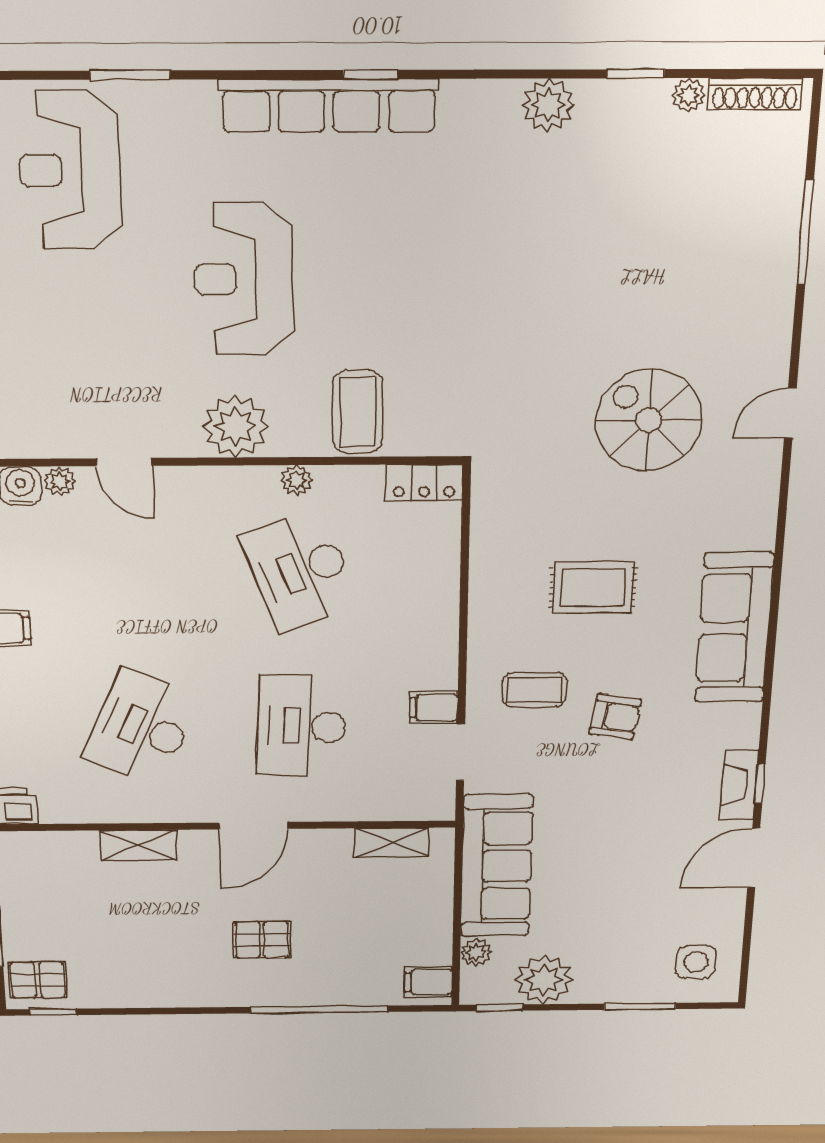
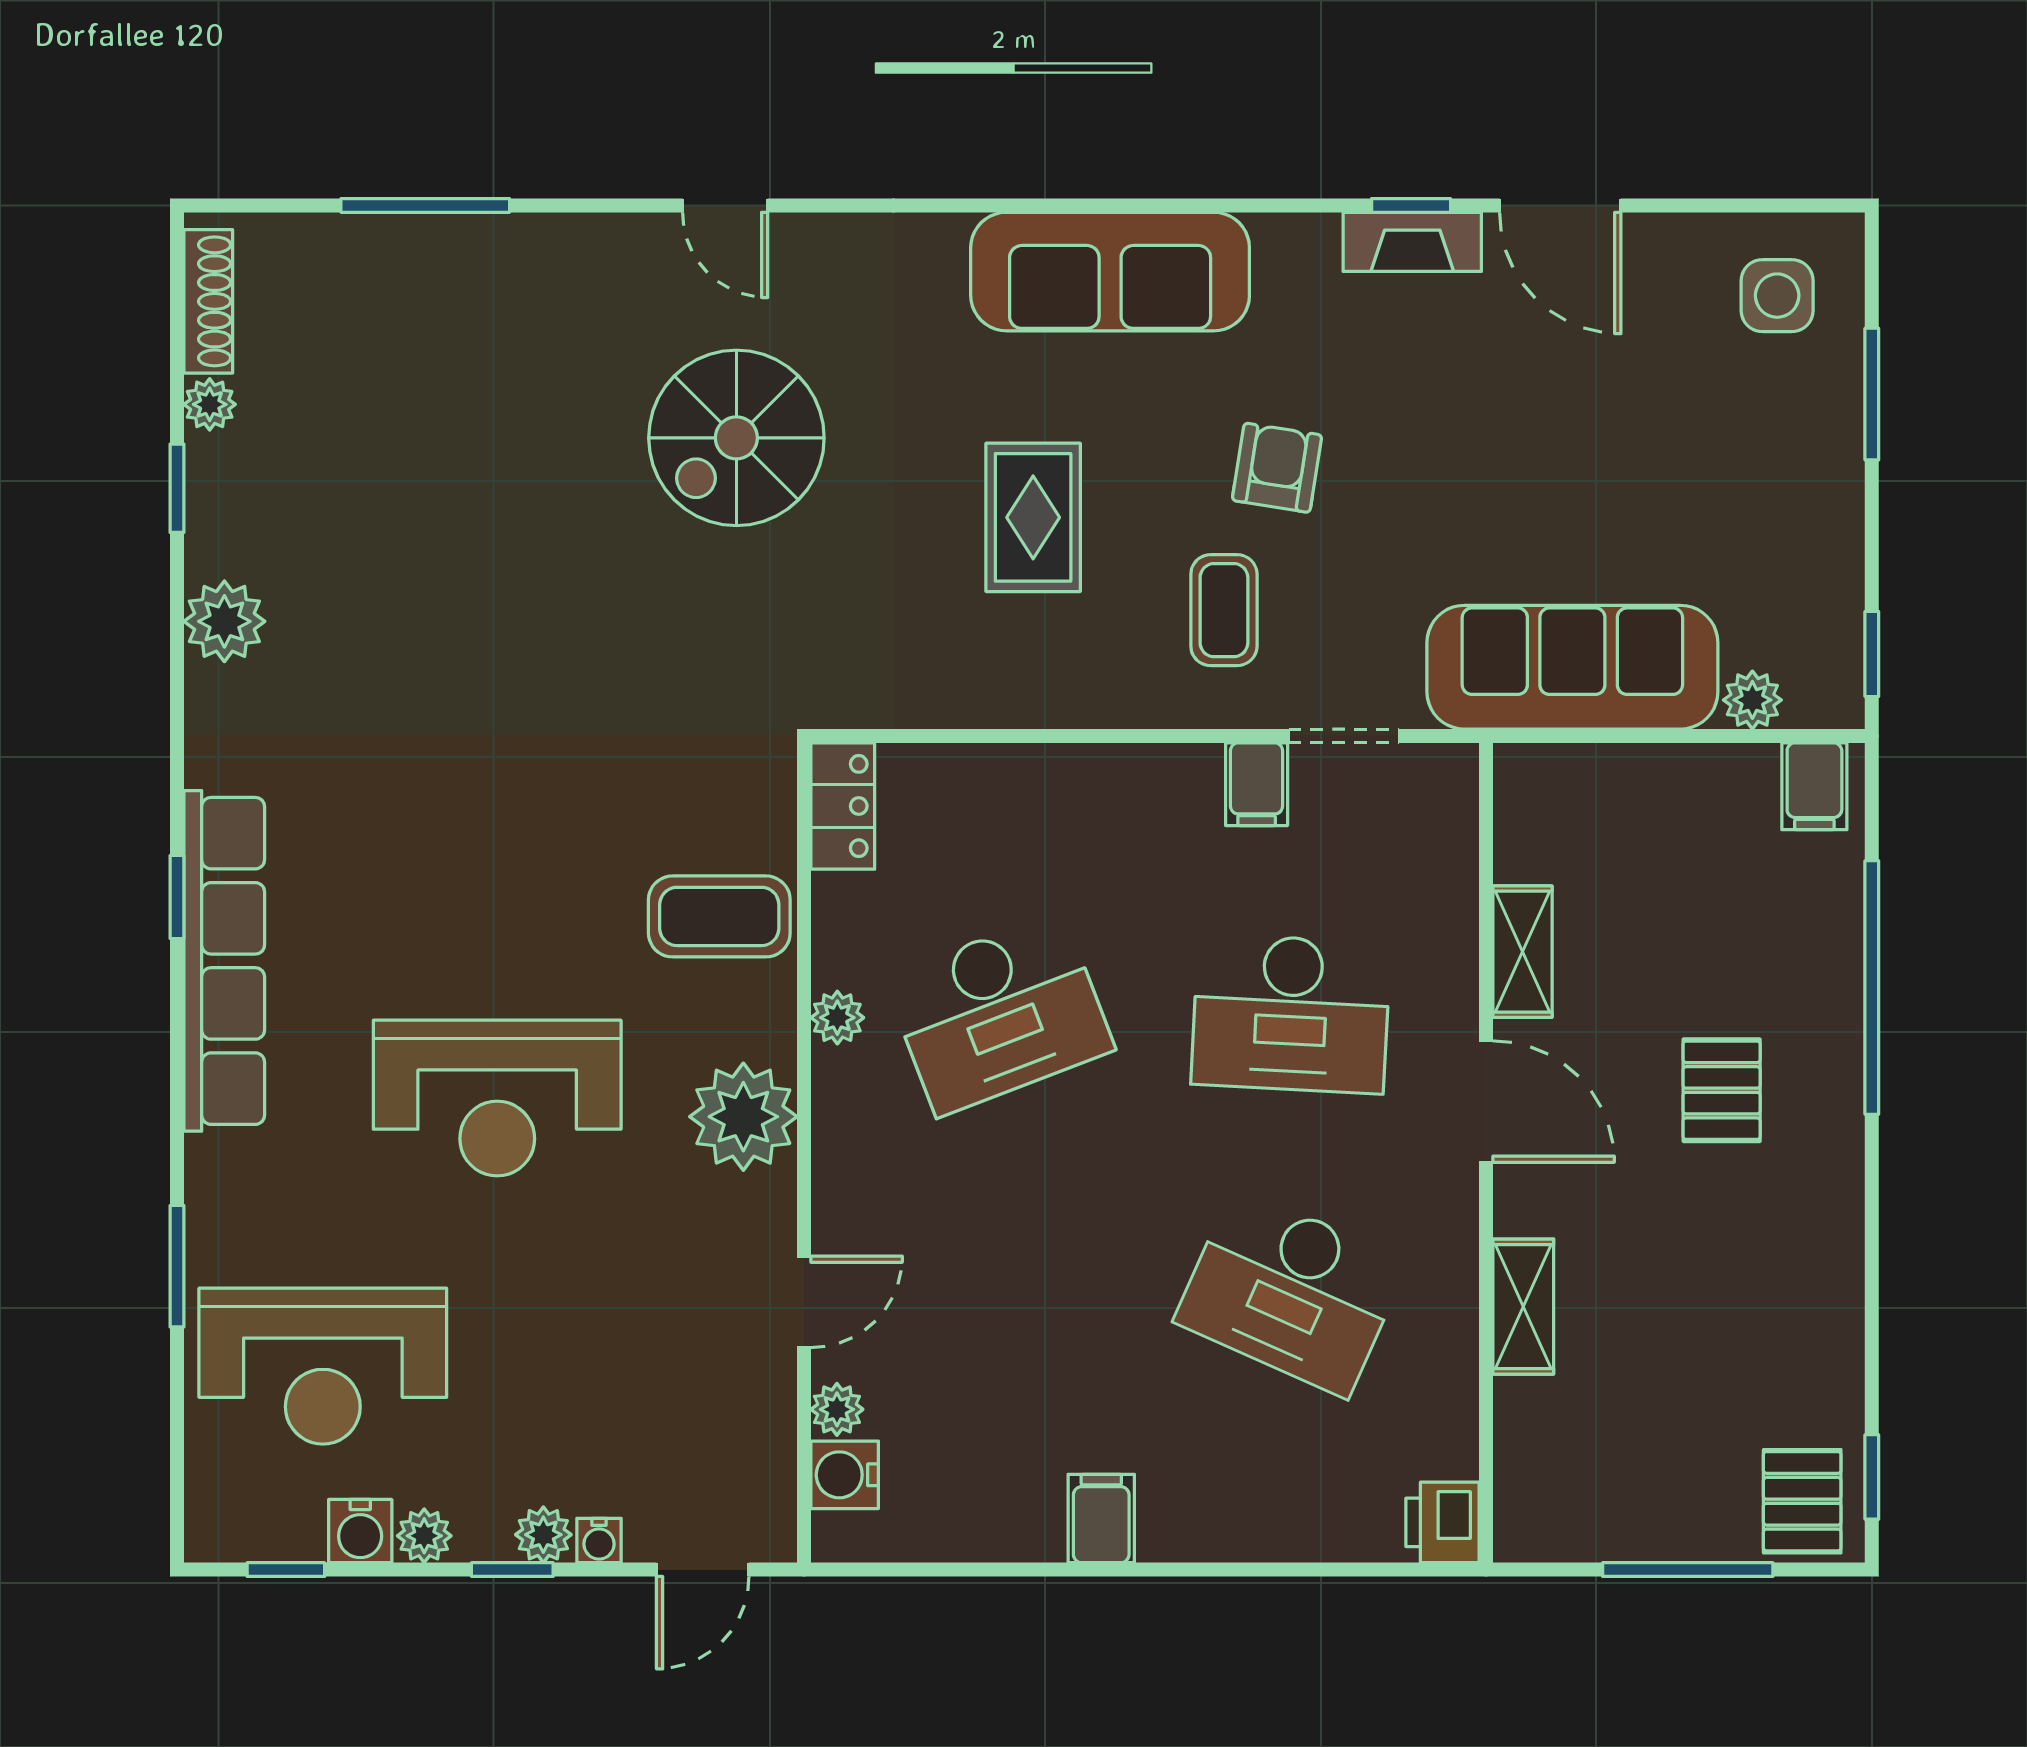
shelving: (392, 843) -> (1522, 952), moved
plant: (544, 980) -> (1812, 574), removed

